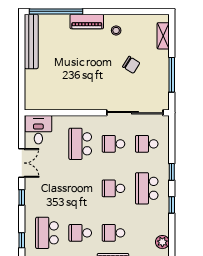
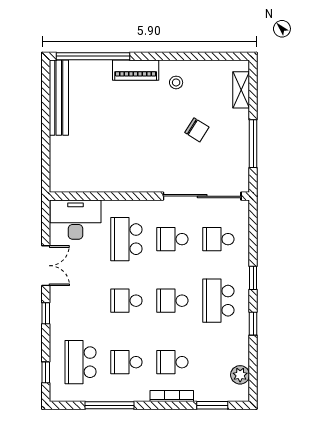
desk: (38, 130) -> (76, 220), width x1.37
school desk: (80, 188) -> (126, 301), added

